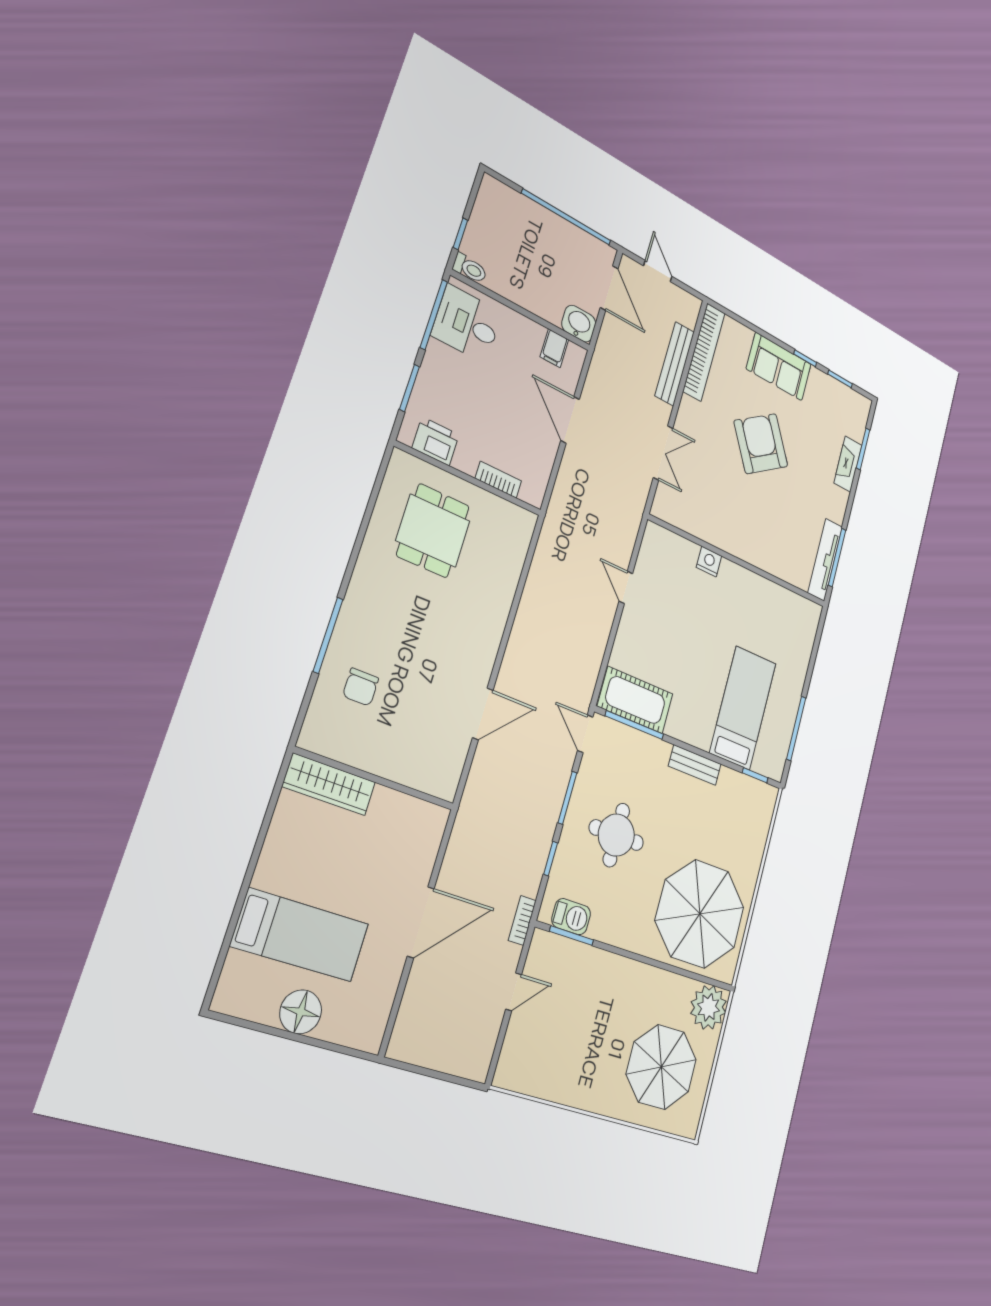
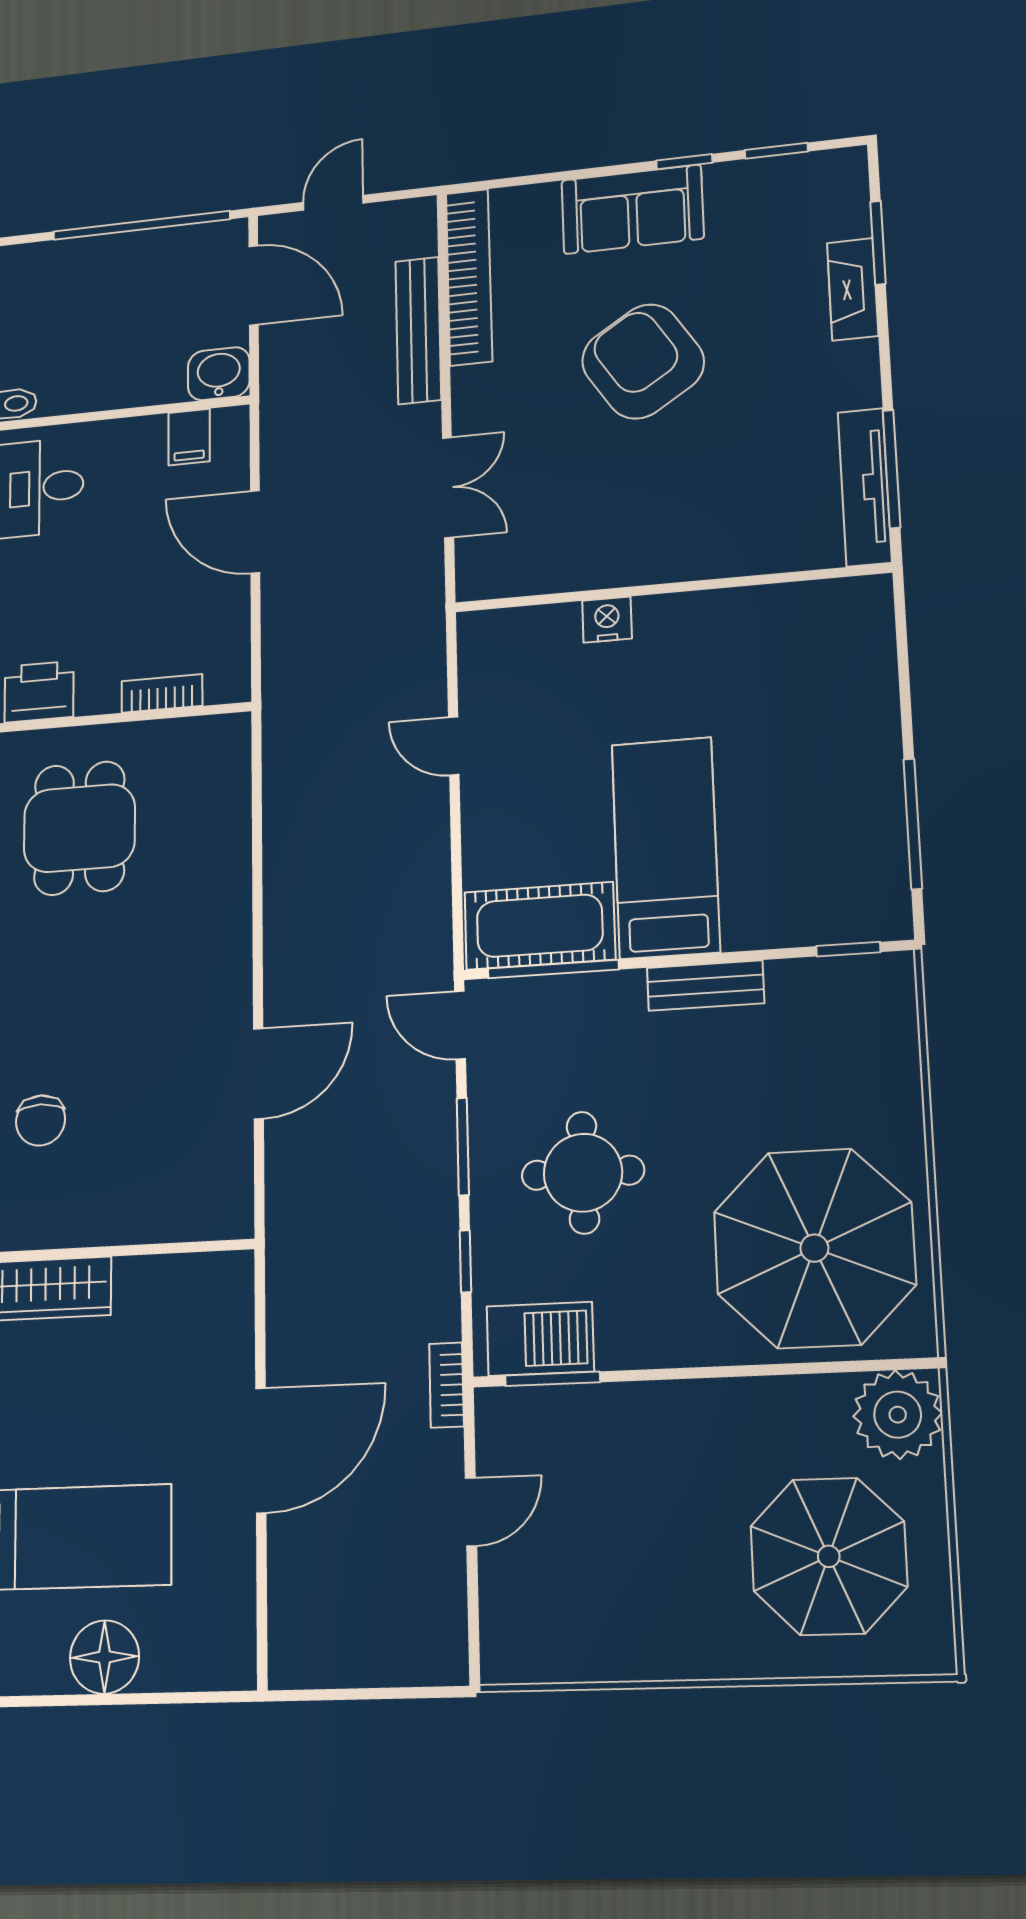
door: (658, 271) -> (333, 203), hinge flipped
bed: (743, 708) -> (666, 848), moved
barbecue: (571, 917) -> (540, 1339), width x1.38, depth x1.27

